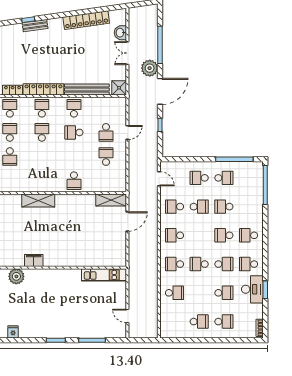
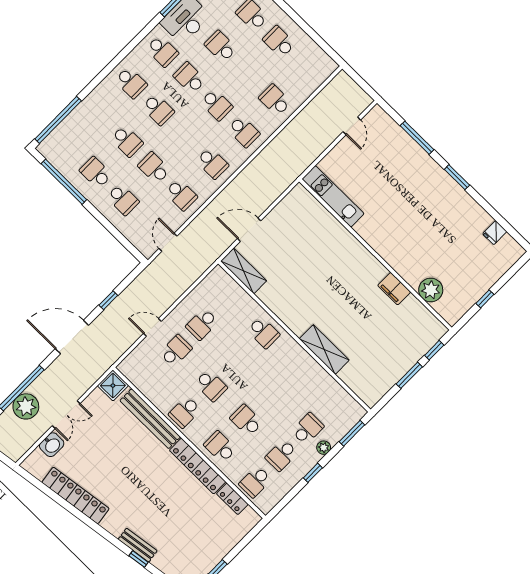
plant: (150, 68) -> (26, 406), moved
school desk: (42, 108) -> (220, 447), turned 90
school desk: (42, 132) -> (246, 420), turned 90
school desk: (74, 181) -> (263, 333), turned 90

